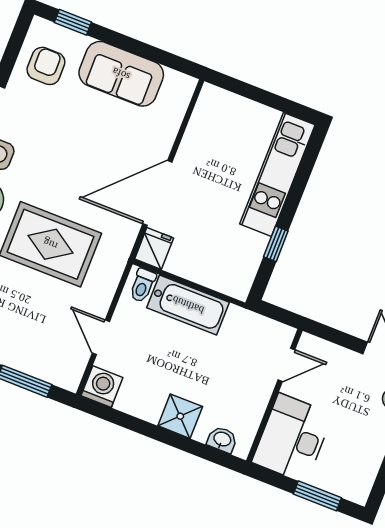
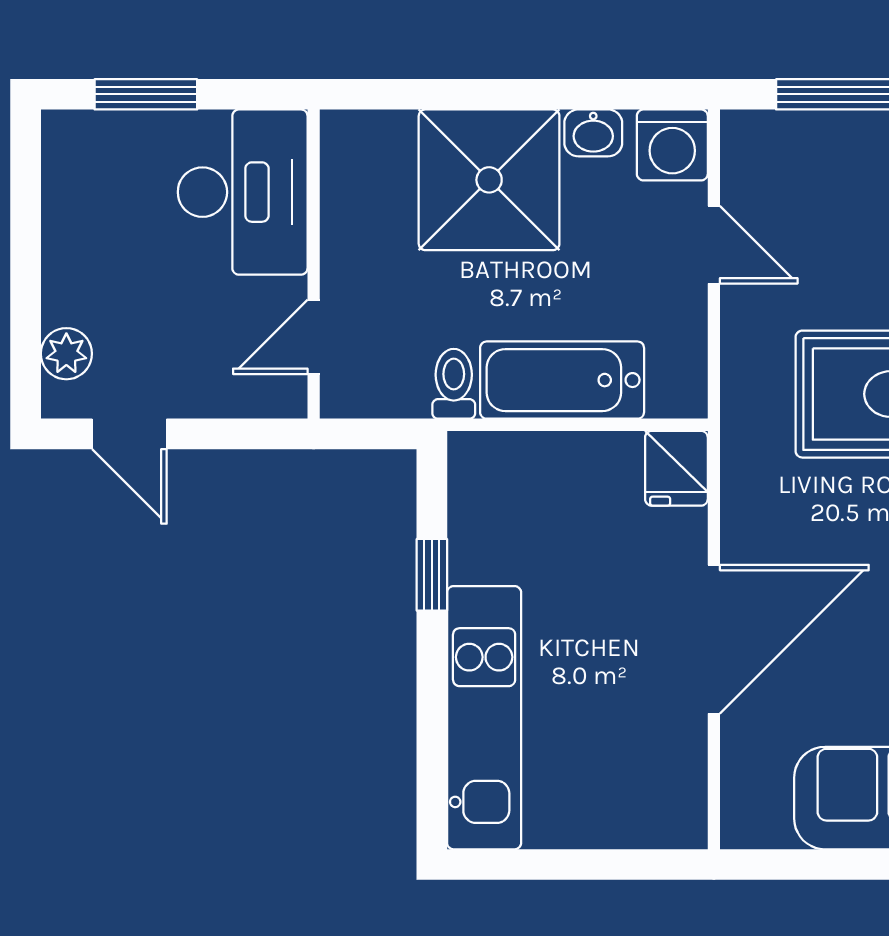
door: (157, 193) -> (714, 639), moved
toilet: (143, 285) -> (454, 384), moved
shower: (180, 416) -> (489, 180), width x1.86, depth x1.86
washbasin: (222, 440) -> (593, 133), moved

